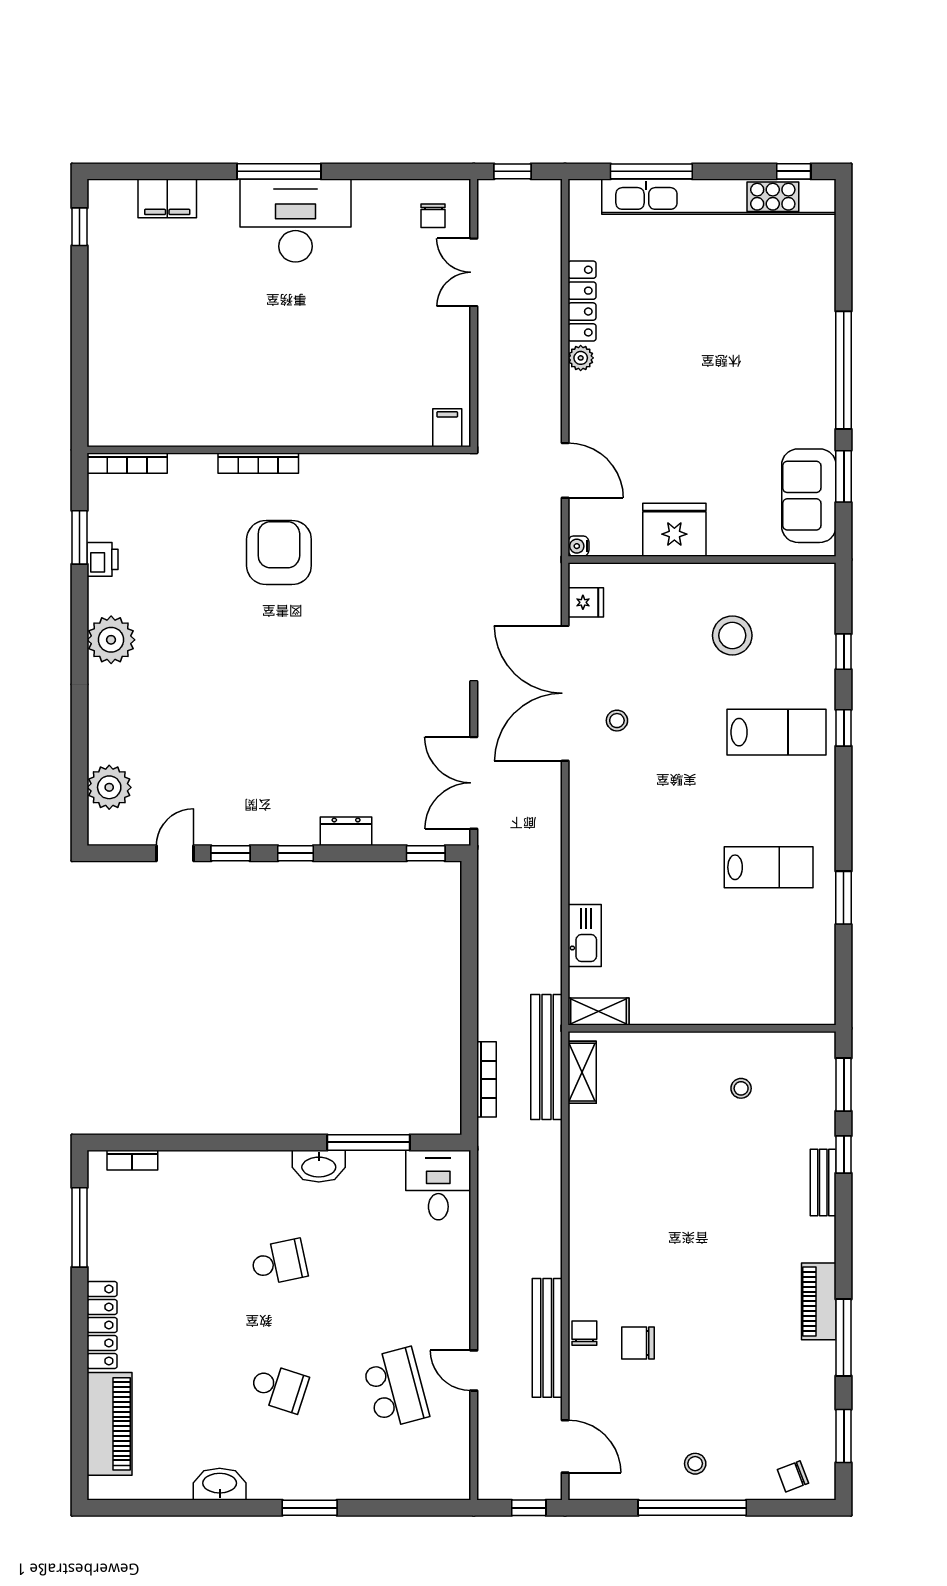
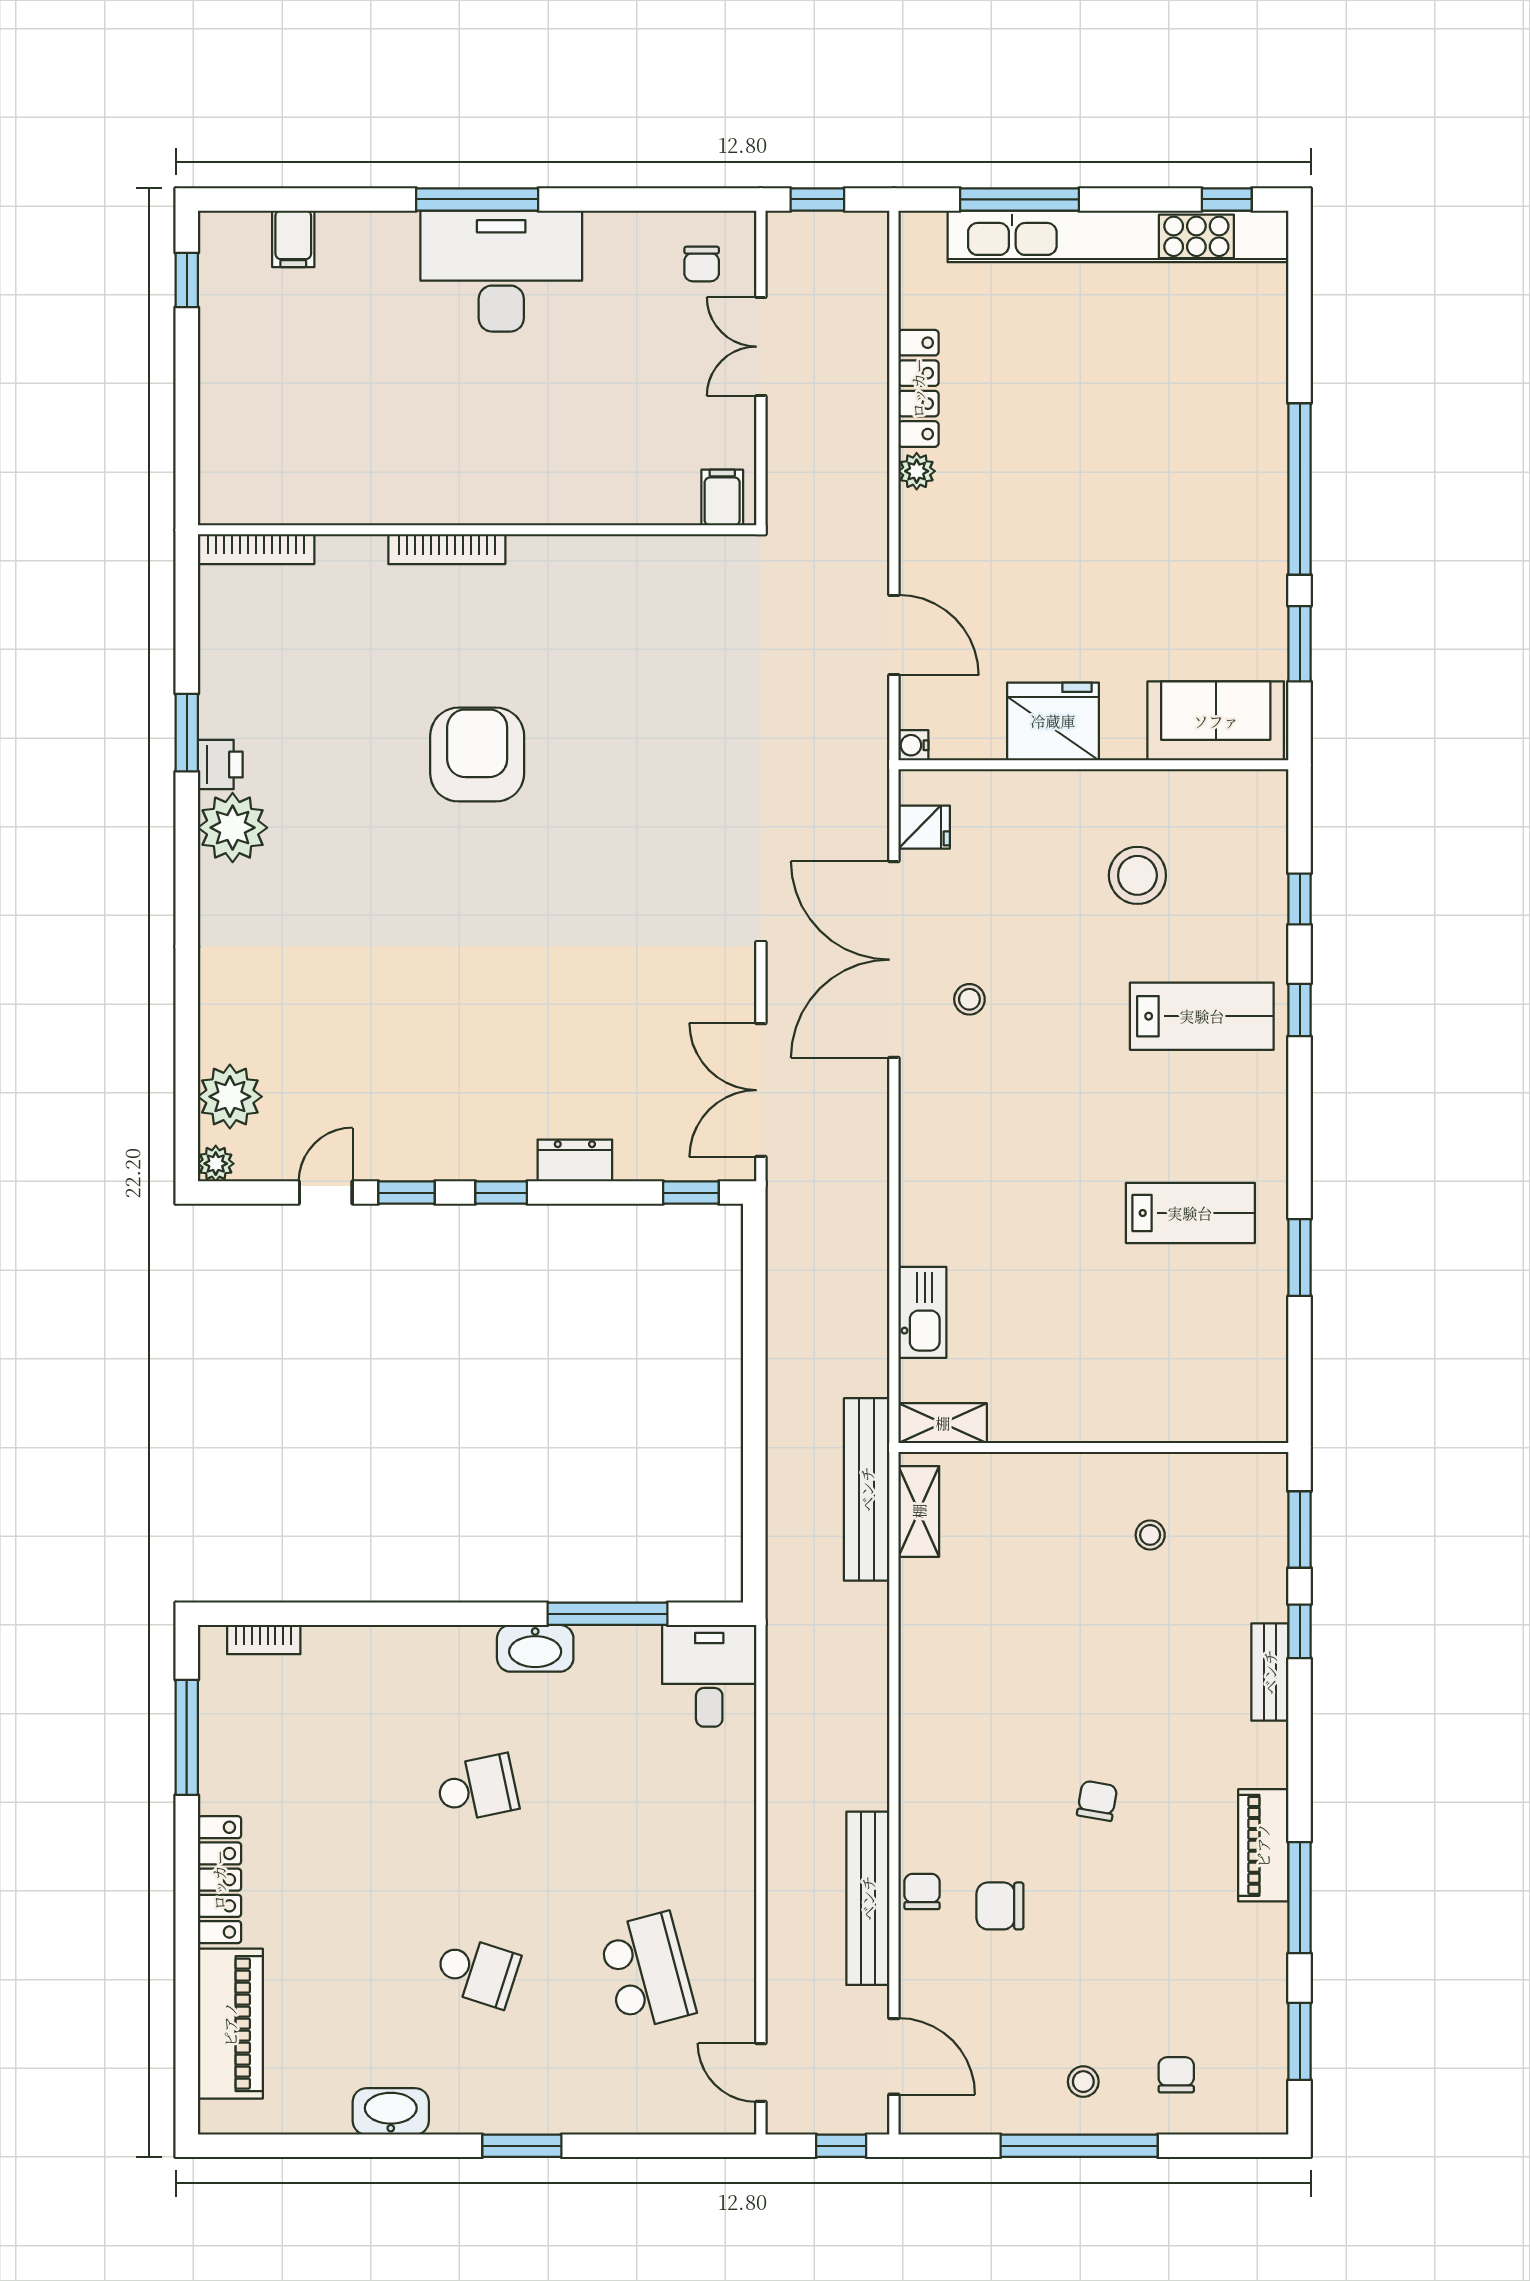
filing cabinet: (167, 198) -> (293, 239), width x0.50
filing cabinet: (447, 428) -> (722, 497), moved
wall: (279, 450) -> (477, 530), moved
bookcase: (127, 463) -> (256, 549), moved
bookcase: (258, 463) -> (447, 549), moved
sofa: (809, 496) -> (1216, 721), moved, turned 90
plant: (111, 640) -> (233, 828), moved
plant: (99, 833) -> (216, 1164), added
bookcase: (486, 1079) -> (779, 1522), removed
chair: (705, 1271) -> (1097, 1801), added
door: (474, 1371) -> (761, 2073), moved
chair: (793, 1476) -> (1176, 2075), moved, turned 111

